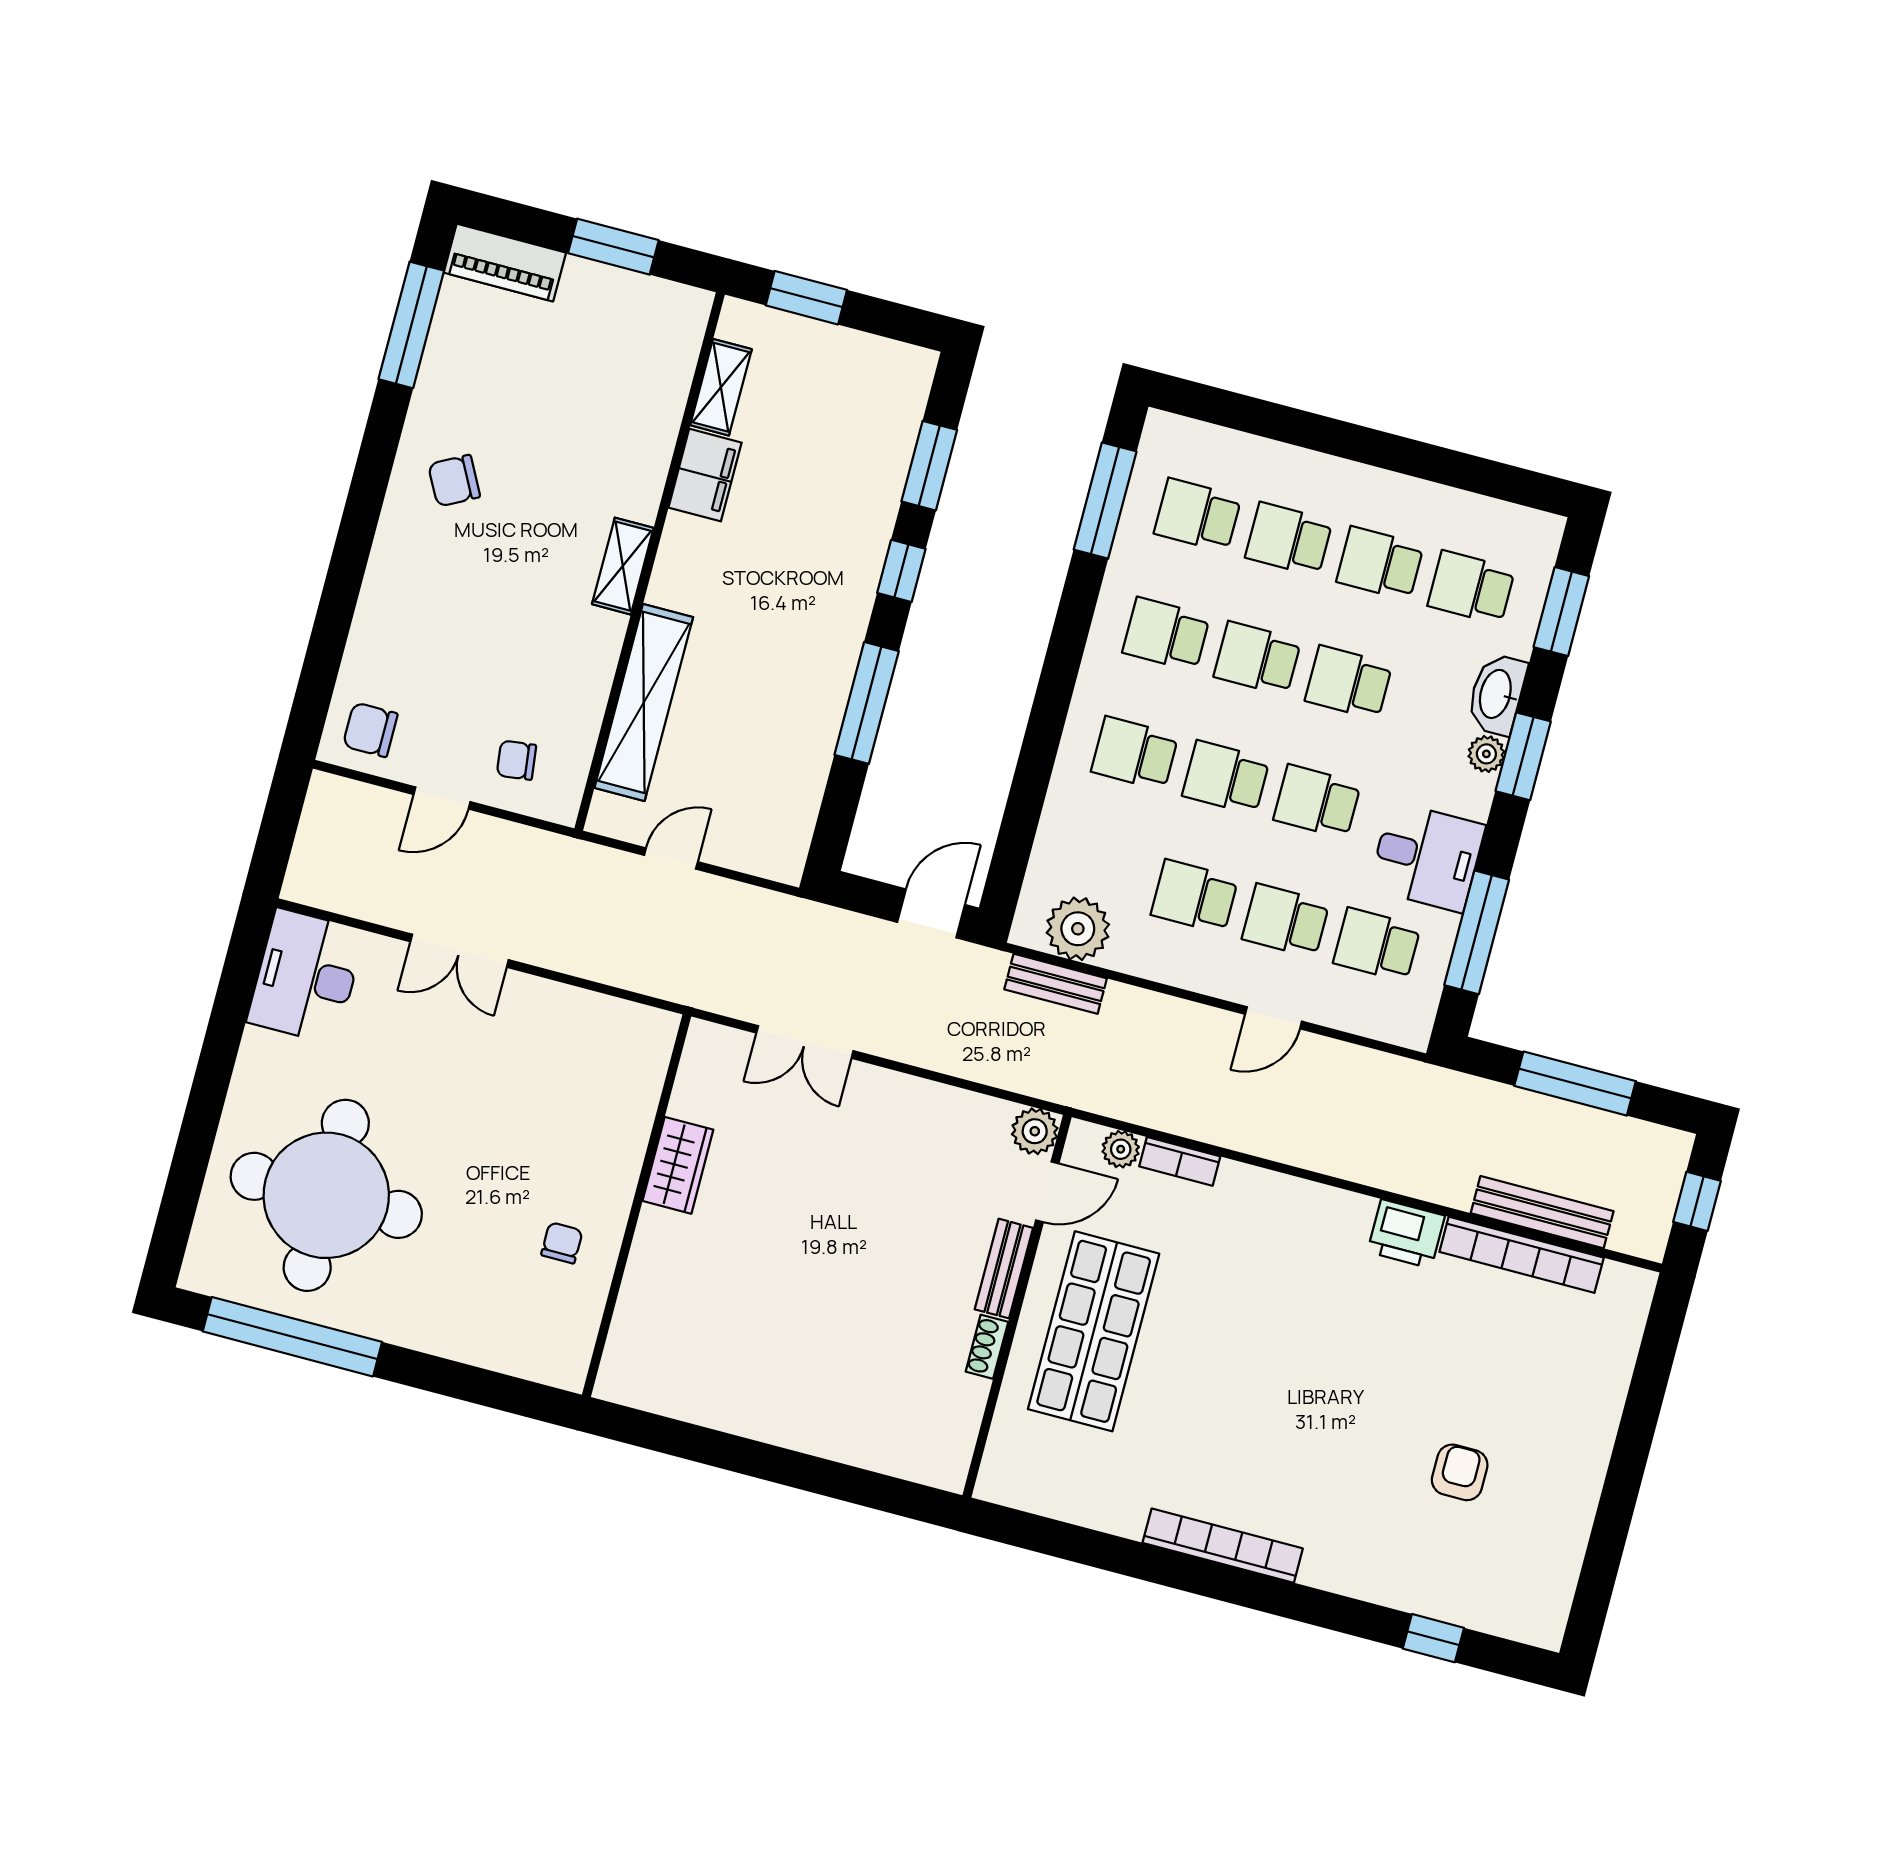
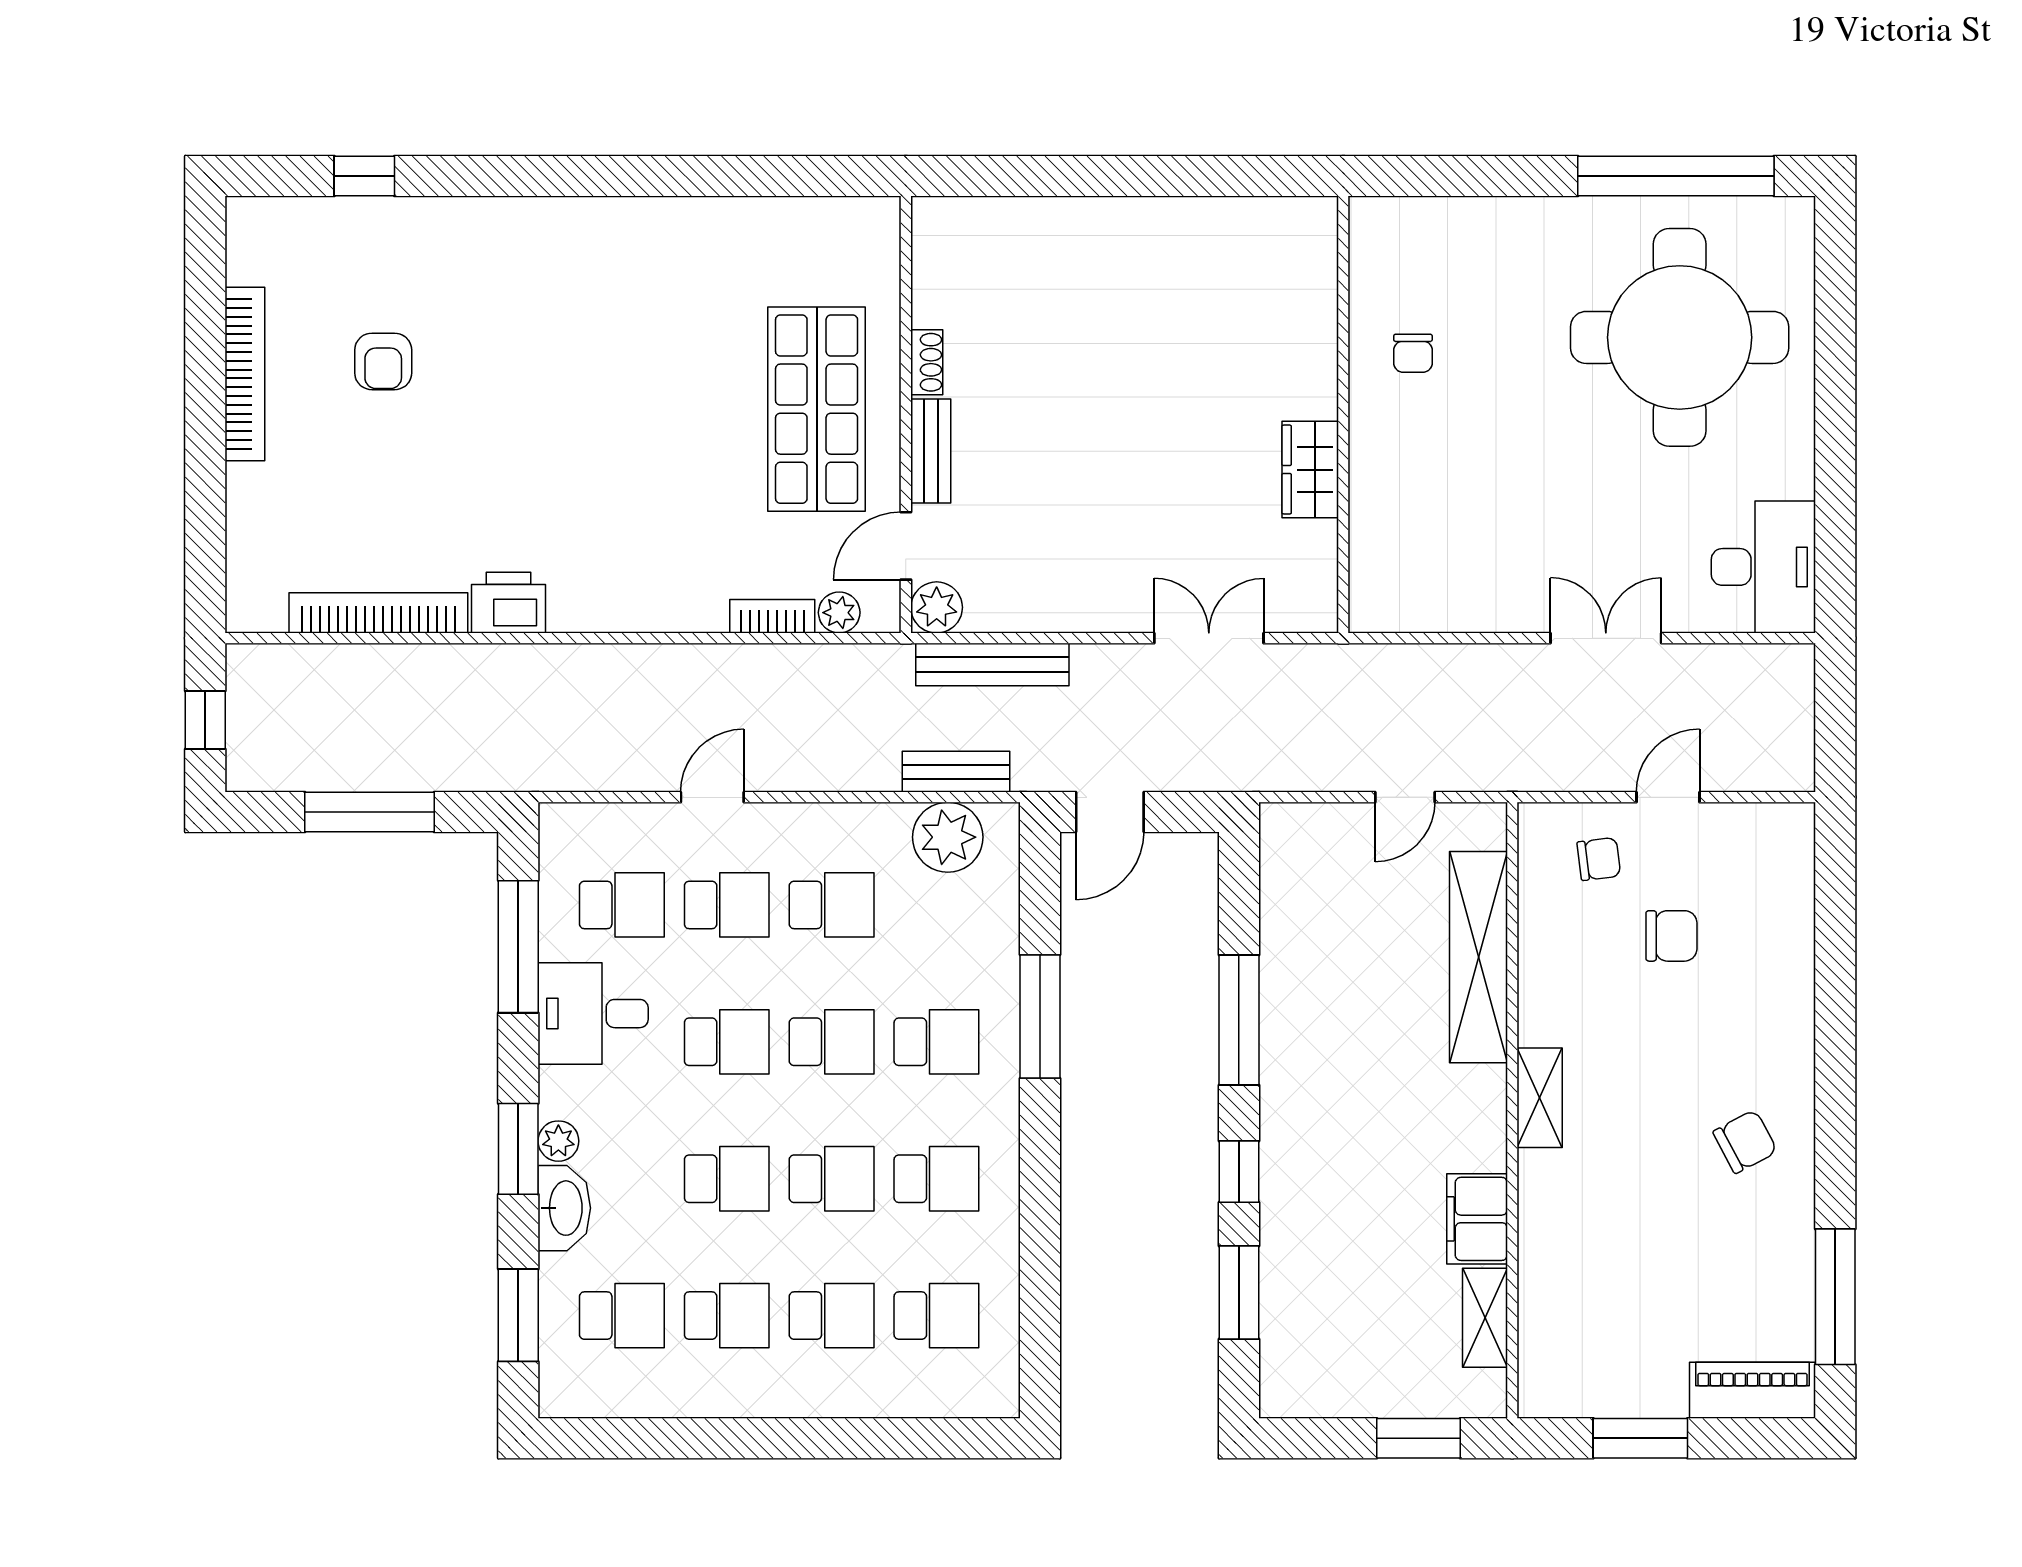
window: (1105, 500) -> (1040, 1016), moved
chair: (370, 730) -> (1671, 936), moved
bench: (1542, 1212) -> (992, 665), moved
bookcase: (1223, 1546) -> (245, 374), moved, turned -90

